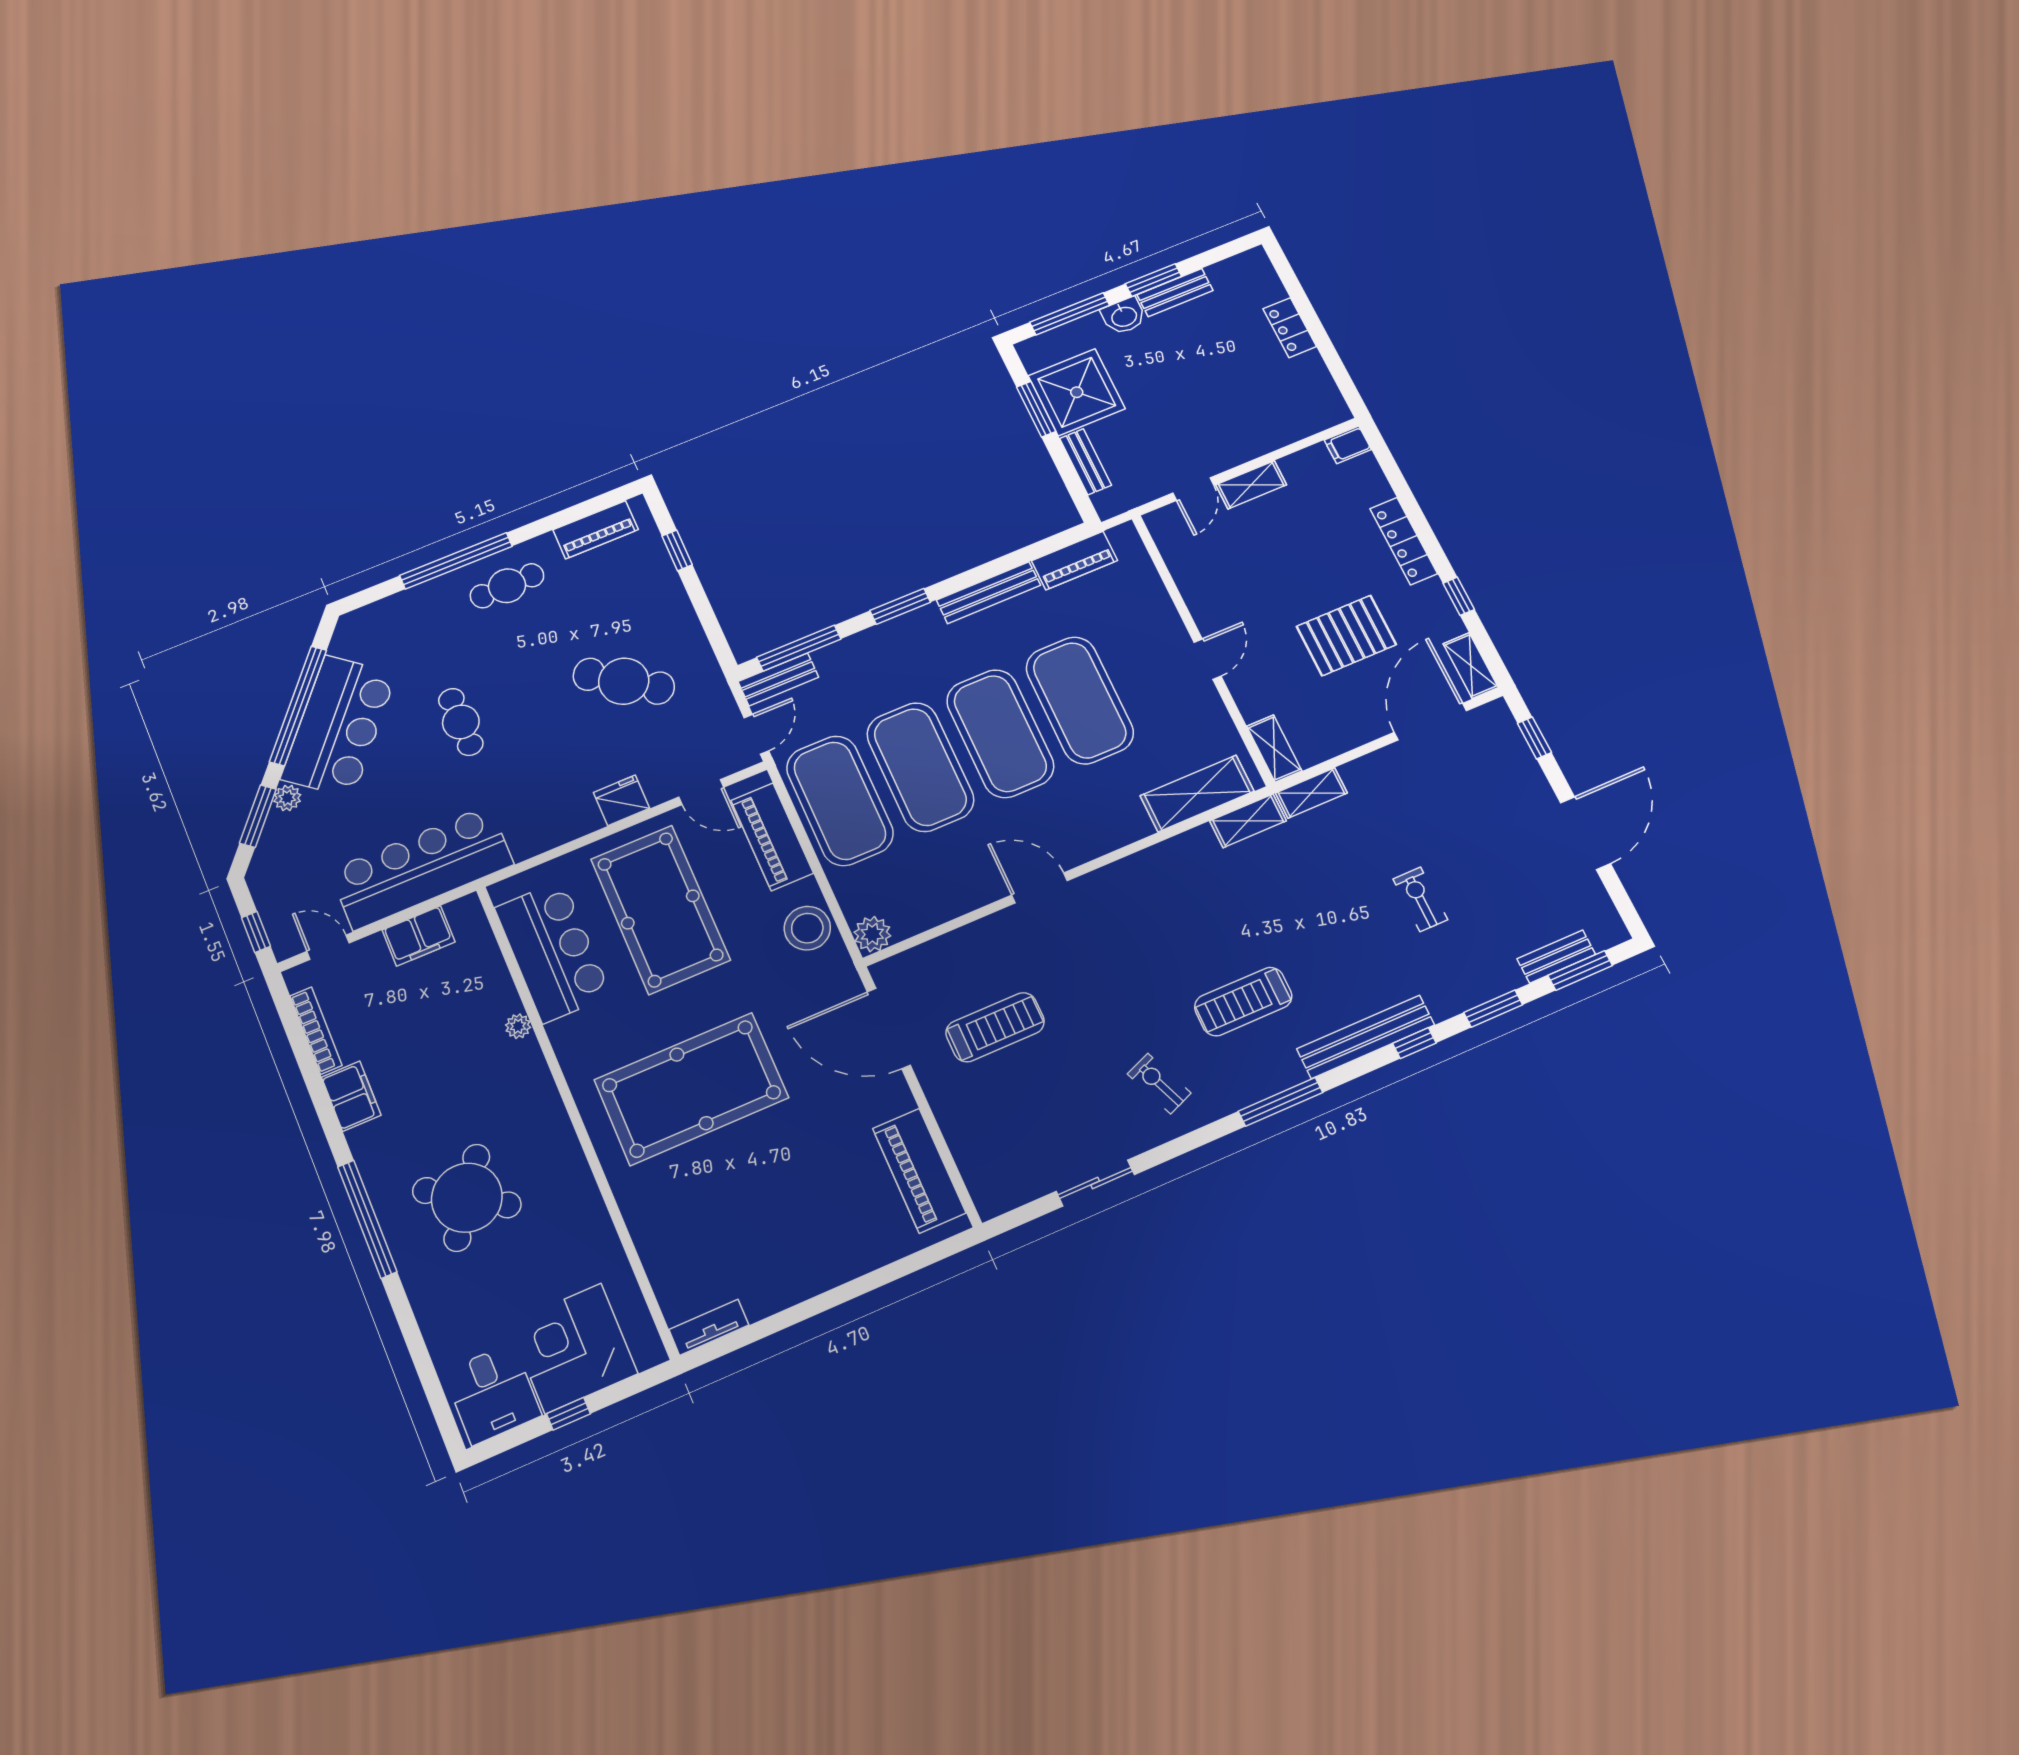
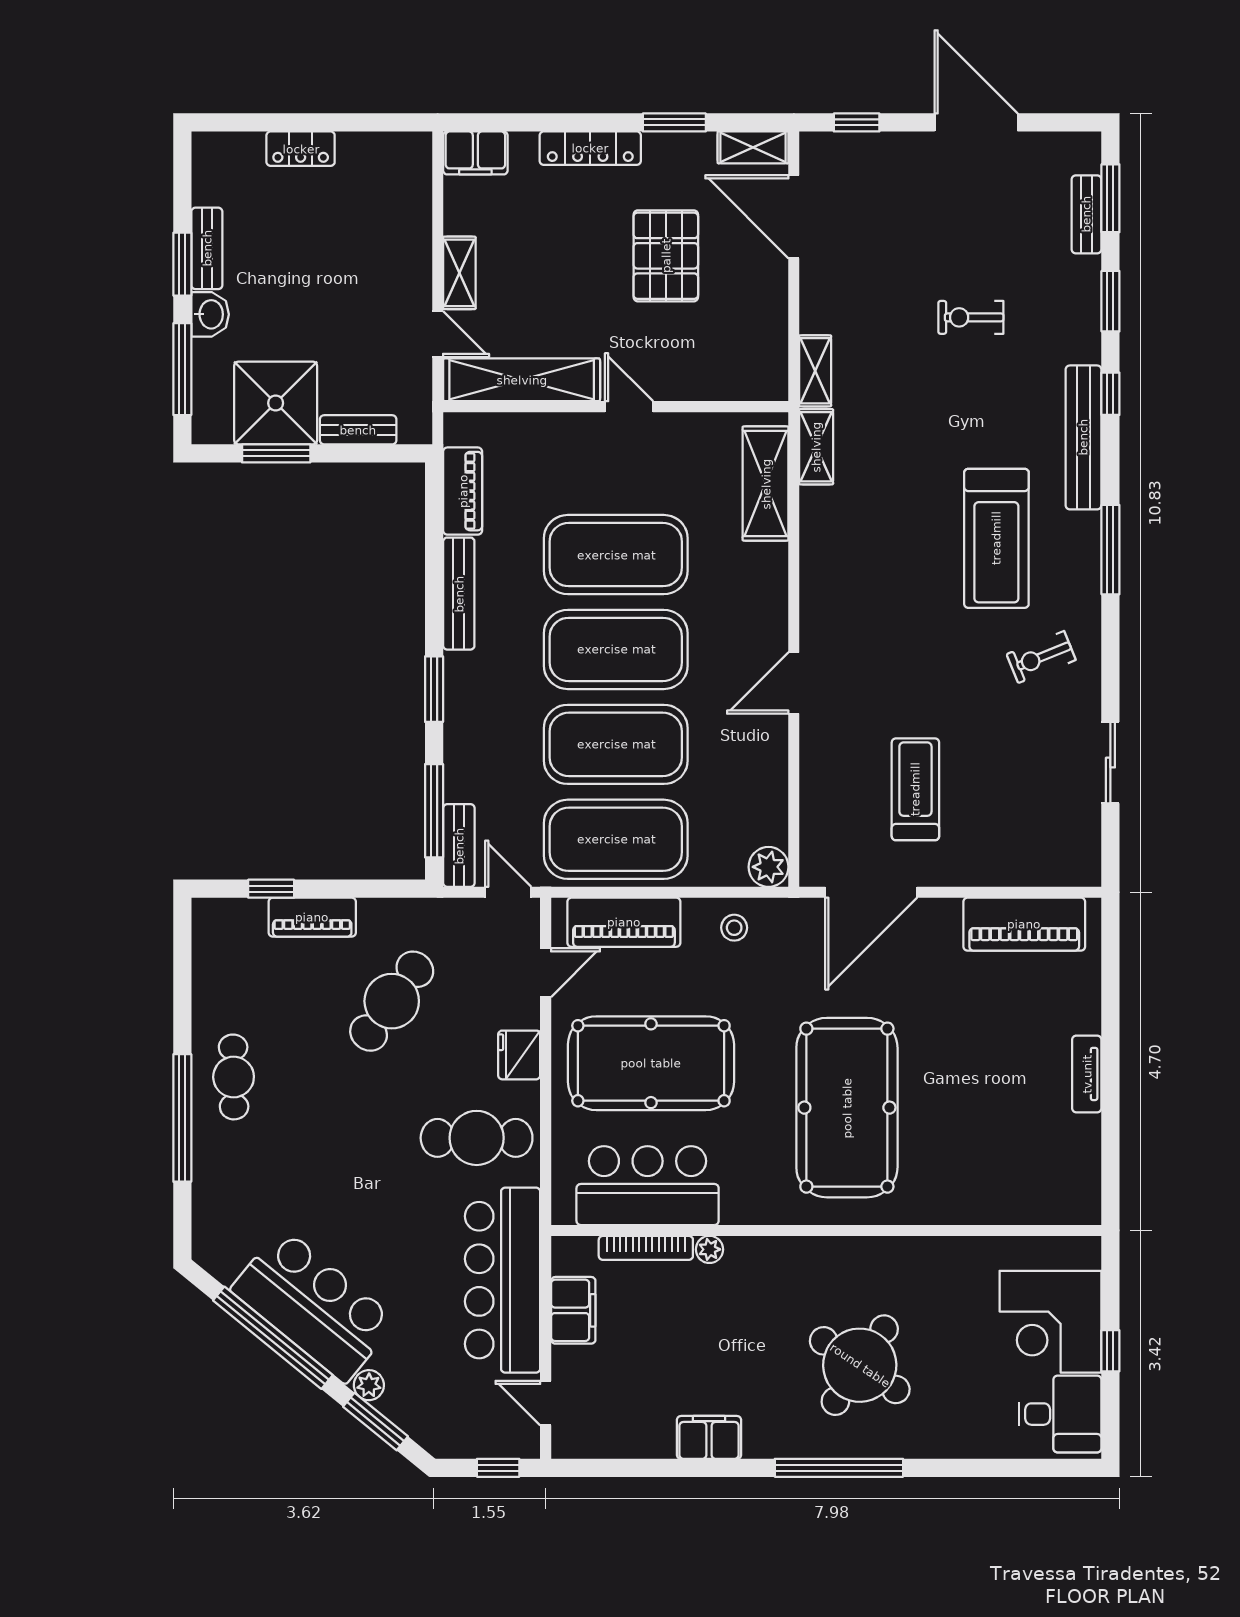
filing cabinet: (1348, 445) -> (475, 153), width x2.00
piano: (596, 530) -> (312, 917), moved, turned 90
window: (1459, 596) -> (674, 122), width x1.50
cafe table: (461, 722) -> (477, 1138), moved, width x1.37, depth x1.35
shelving: (1274, 748) -> (522, 380), moved, width x2.20, depth x1.33
stool: (807, 928) -> (734, 928), width x0.53, depth x0.53
door: (328, 947) -> (546, 1403), hinge flipped
treadmill: (1243, 1002) -> (996, 538), width x1.37, depth x1.38
bookcase: (316, 1031) -> (646, 1248), moved, turned 180
tv unit: (709, 1327) -> (1087, 1074), moved

